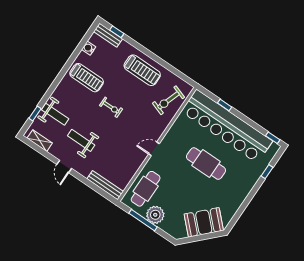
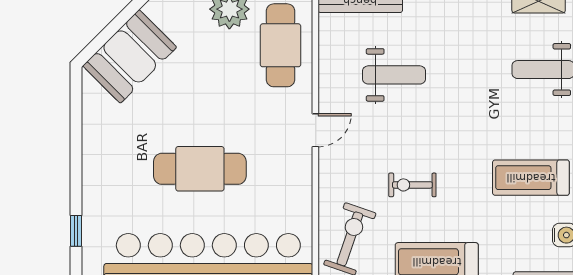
exercise bike: (111, 107) -> (412, 185), moved
weight bench: (81, 140) -> (394, 75), moved

